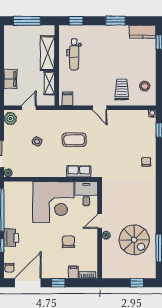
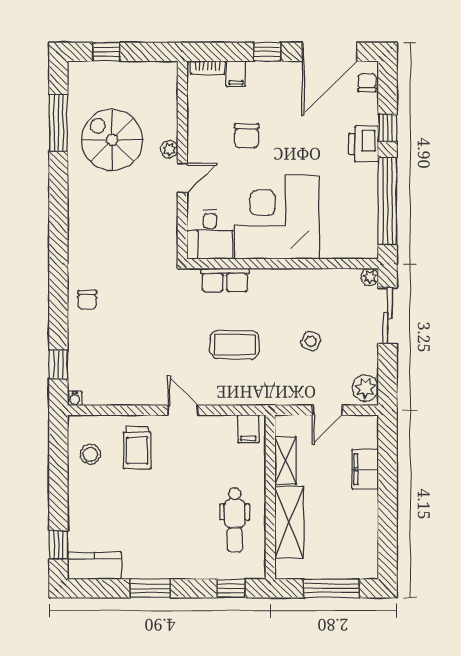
dental chair: (74, 54) -> (235, 520), turned 180

